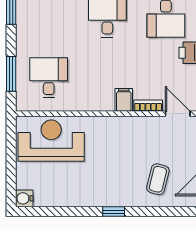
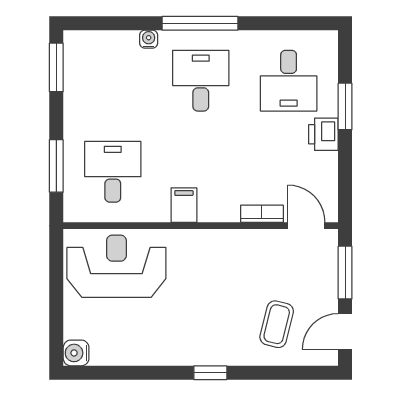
filing cabinet: (124, 100) -> (184, 205), moved

